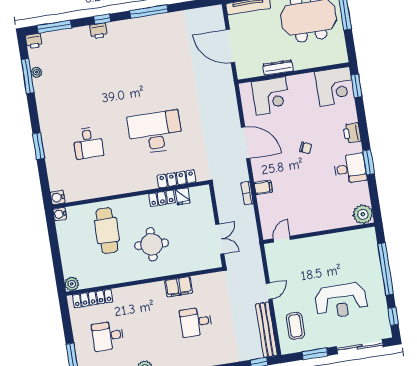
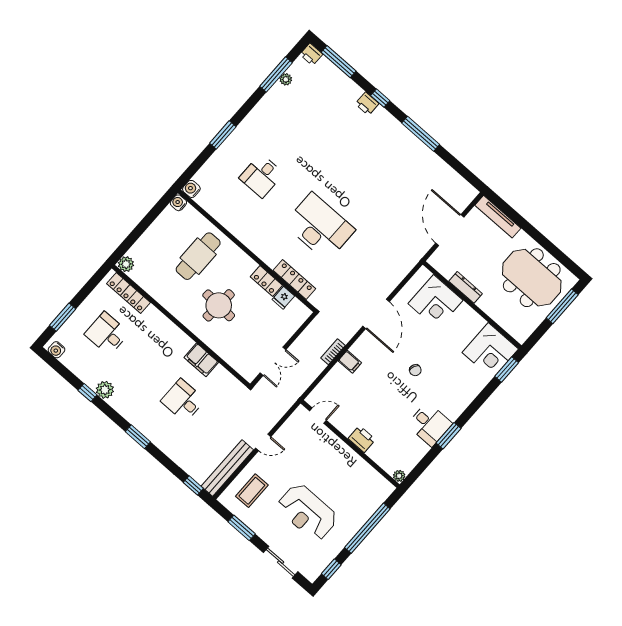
printer: (352, 133) -> (362, 439), moved, turned 90
plant: (363, 214) -> (399, 476), width x0.53, depth x0.53
sliding door: (360, 347) -> (281, 562), width x0.73

